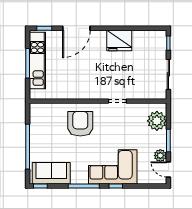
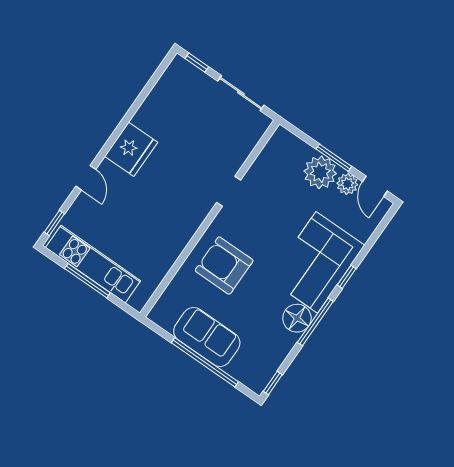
door: (76, 28) -> (86, 178), width x0.53
fridge: (119, 41) -> (131, 149), moved
plant: (157, 121) -> (320, 172), moved
door: (168, 169) -> (375, 186), hinge flipped
sofa: (51, 173) -> (207, 337), moved, turned 90
floor lamp: (79, 176) -> (297, 318), added

